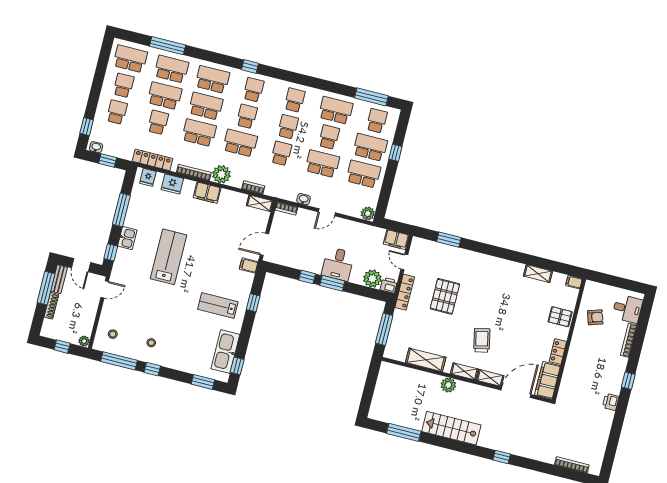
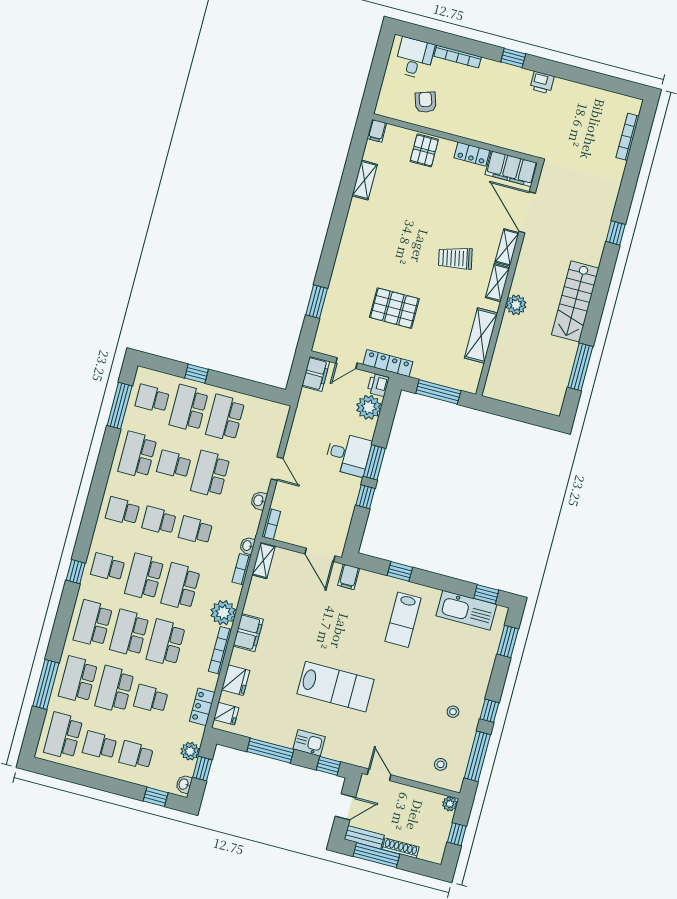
school desk: (247, 116) -> (144, 577), width x1.85
locker: (153, 160) -> (202, 707), width x0.66
washbasin: (270, 191) -> (247, 546), added
plant: (368, 214) -> (190, 751), moved
lab bench: (169, 257) -> (336, 687), turned 180

